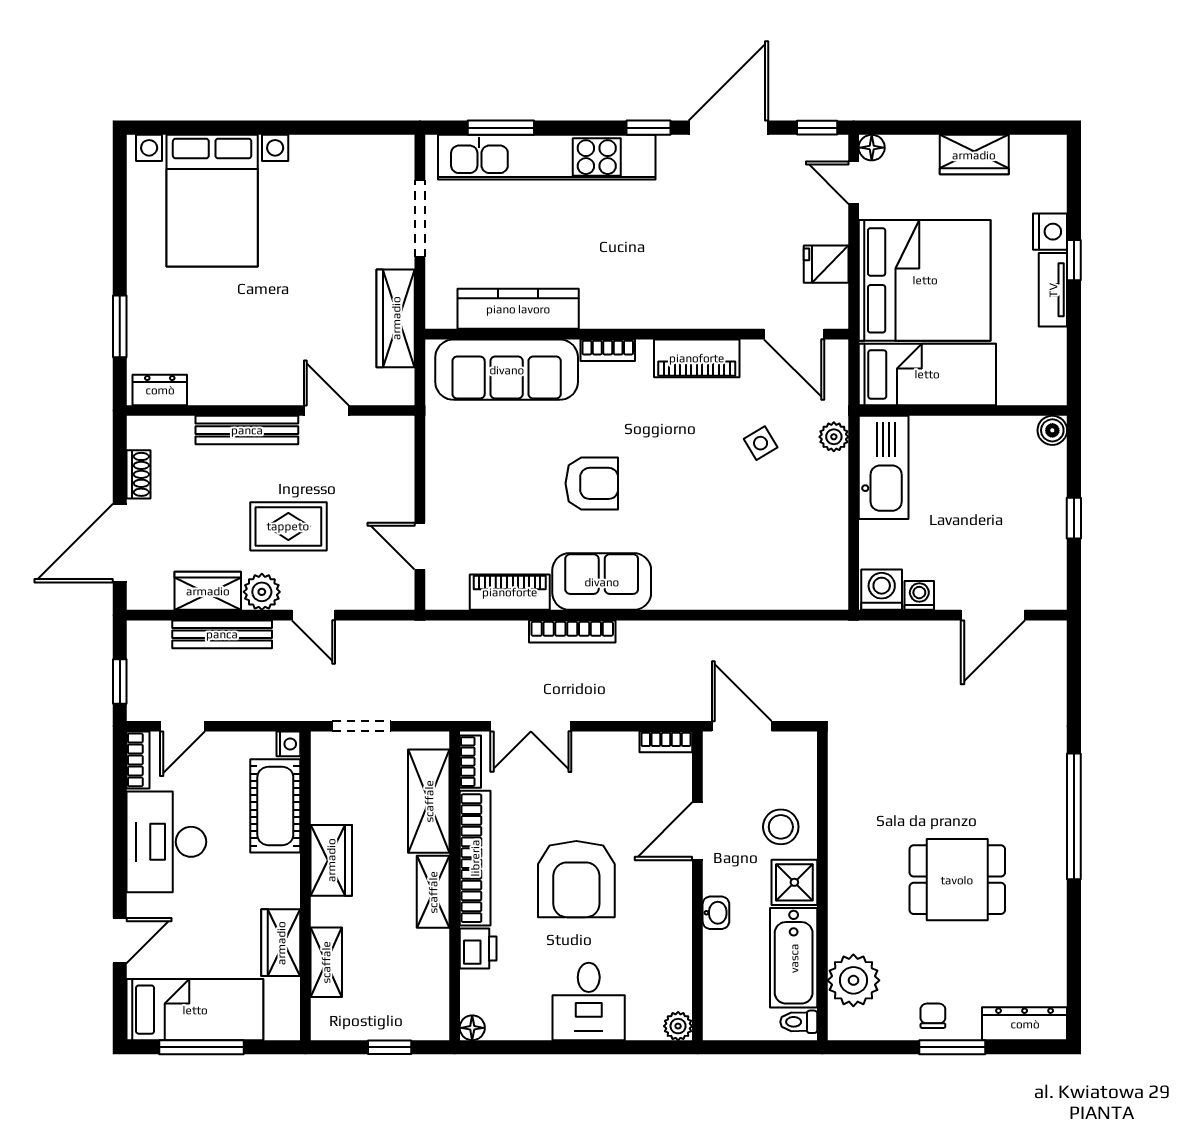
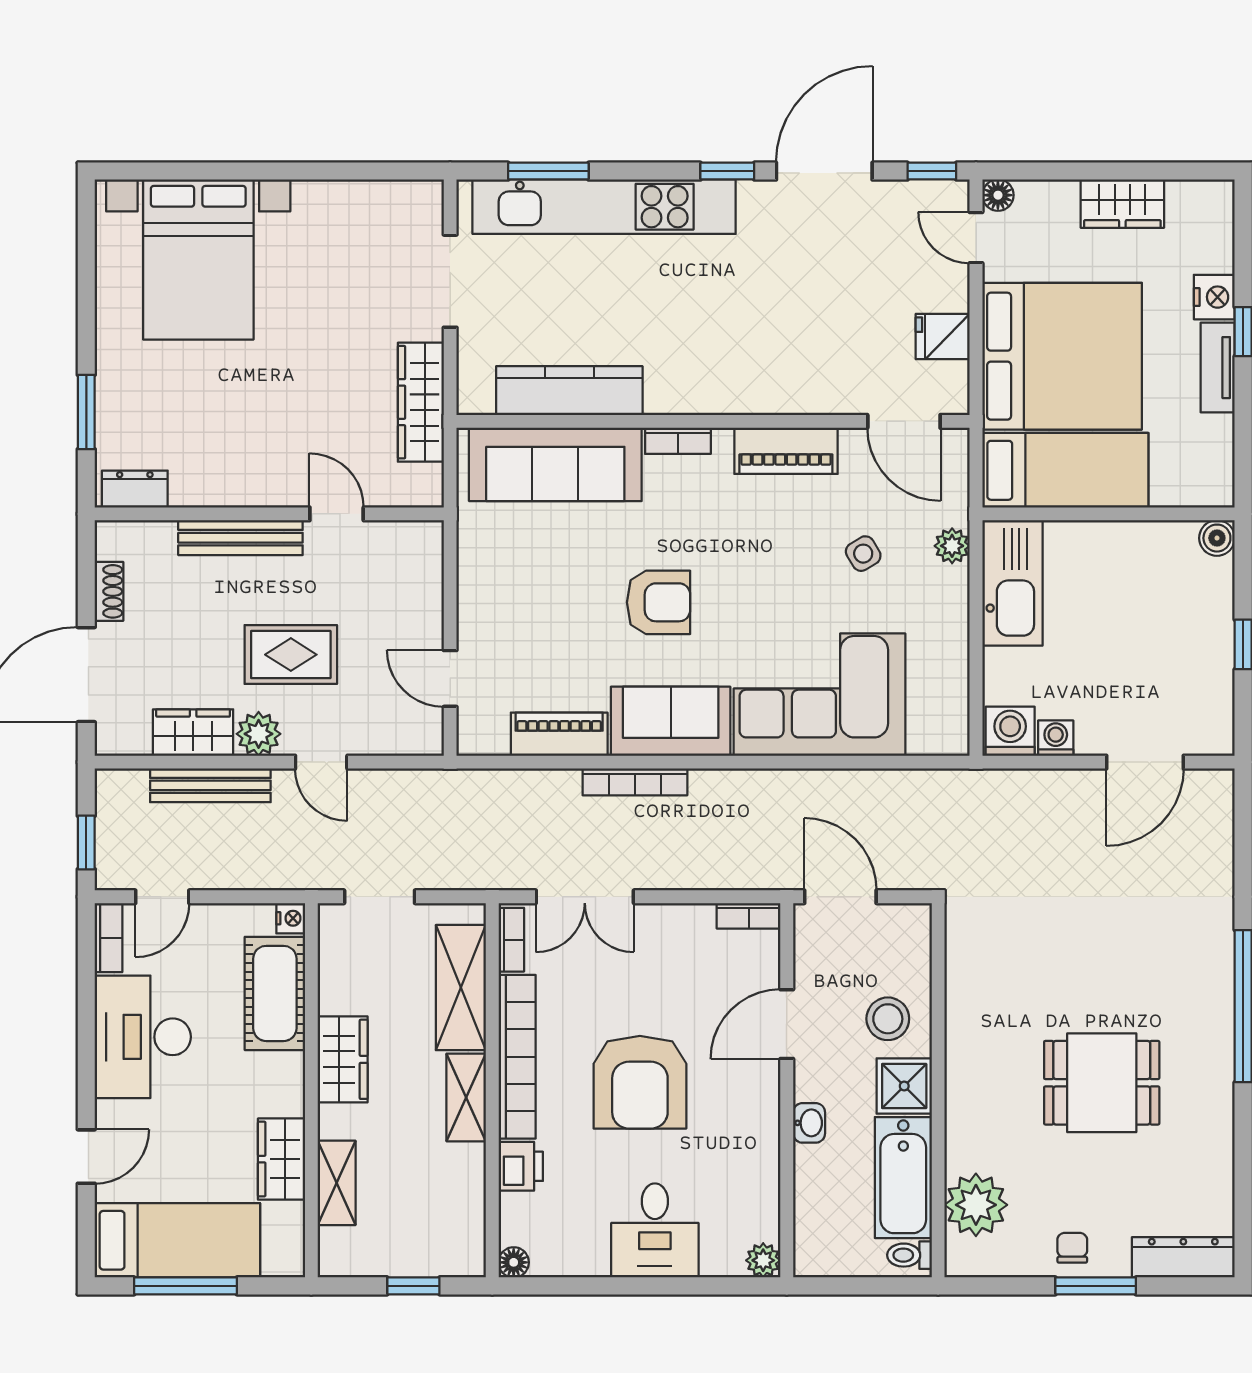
corner sofa: (725, 560) -> (820, 695), added

